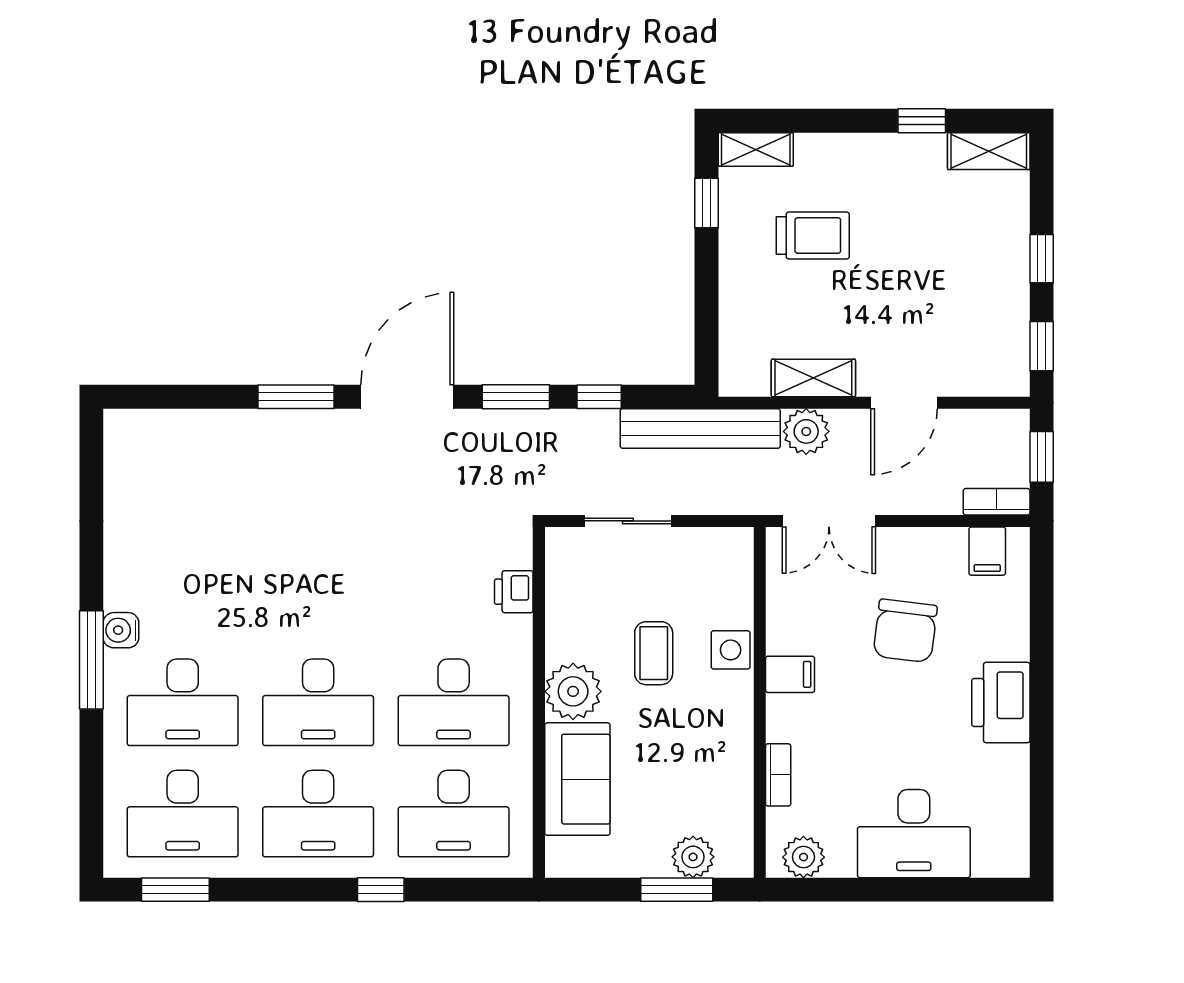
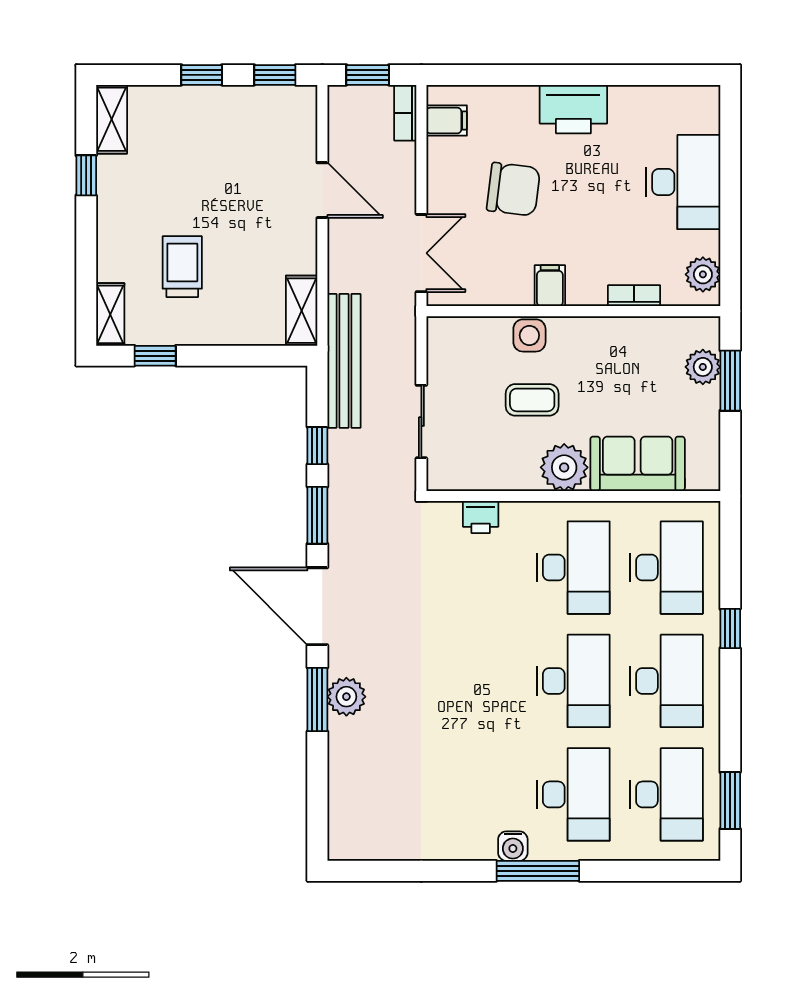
shelving: (813, 378) -> (302, 311), moved
plant: (806, 431) -> (346, 697), moved

